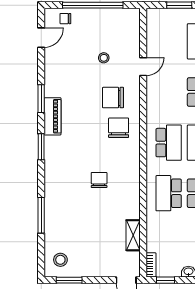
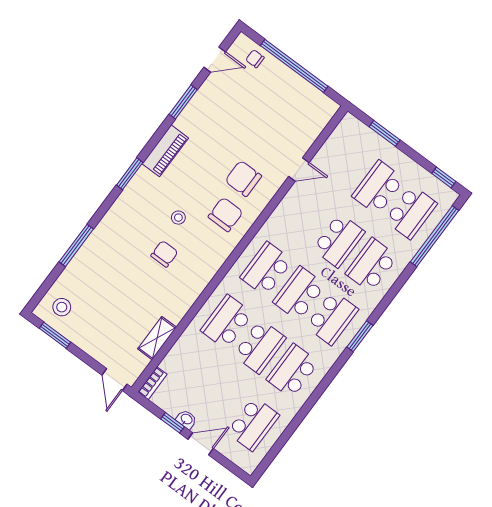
stool: (104, 58) -> (178, 218), moved
window: (41, 99) -> (183, 102), moved
school desk: (169, 143) -> (266, 269), turned 180
window: (165, 280) -> (172, 423), moved

